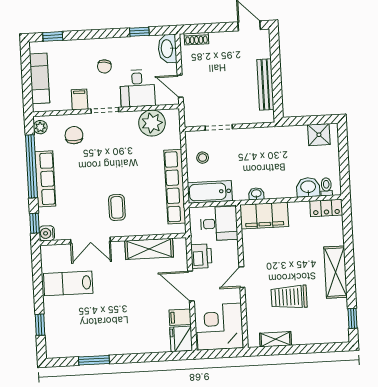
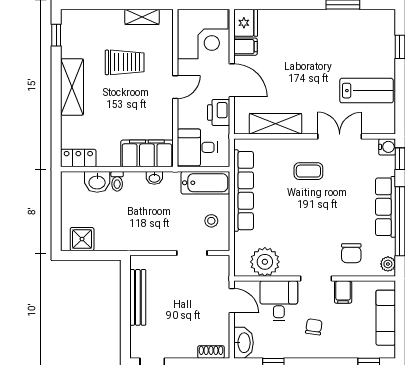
toilet: (326, 187) -> (117, 181), moved
coffee table: (117, 207) -> (308, 171), turned 90

